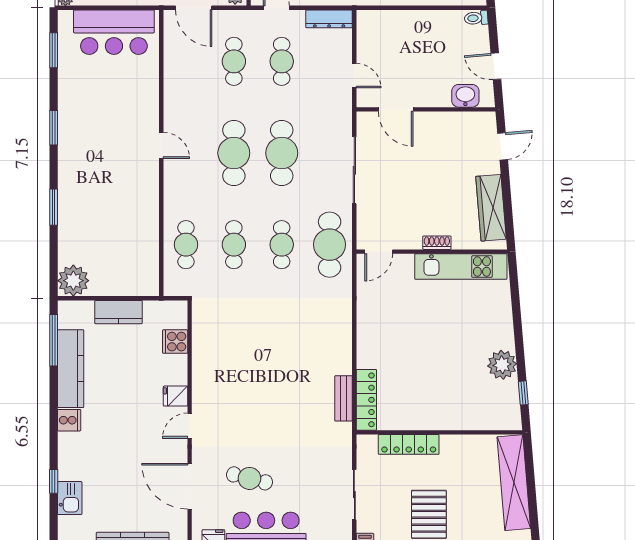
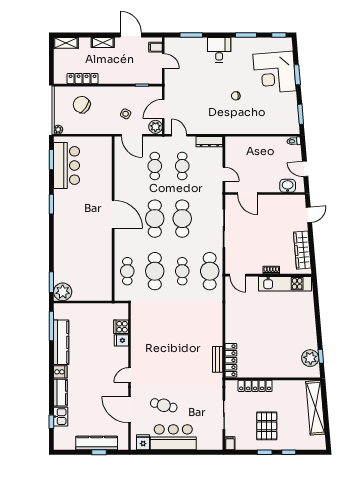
bar counter: (114, 32) -> (67, 165), moved, turned -90
door: (161, 145) -> (113, 214), width x1.87
window: (54, 207) -> (51, 282), moved
cafe table: (234, 245) -> (155, 271), width x1.37, depth x1.35
door: (379, 252) -> (238, 275), hinge flipped
kitchen counter: (119, 312) -> (60, 393), moved, turned -90
plant: (502, 365) -> (310, 358), moved
fridge: (176, 396) -> (121, 340), moved
window: (54, 481) -> (51, 422), moved

